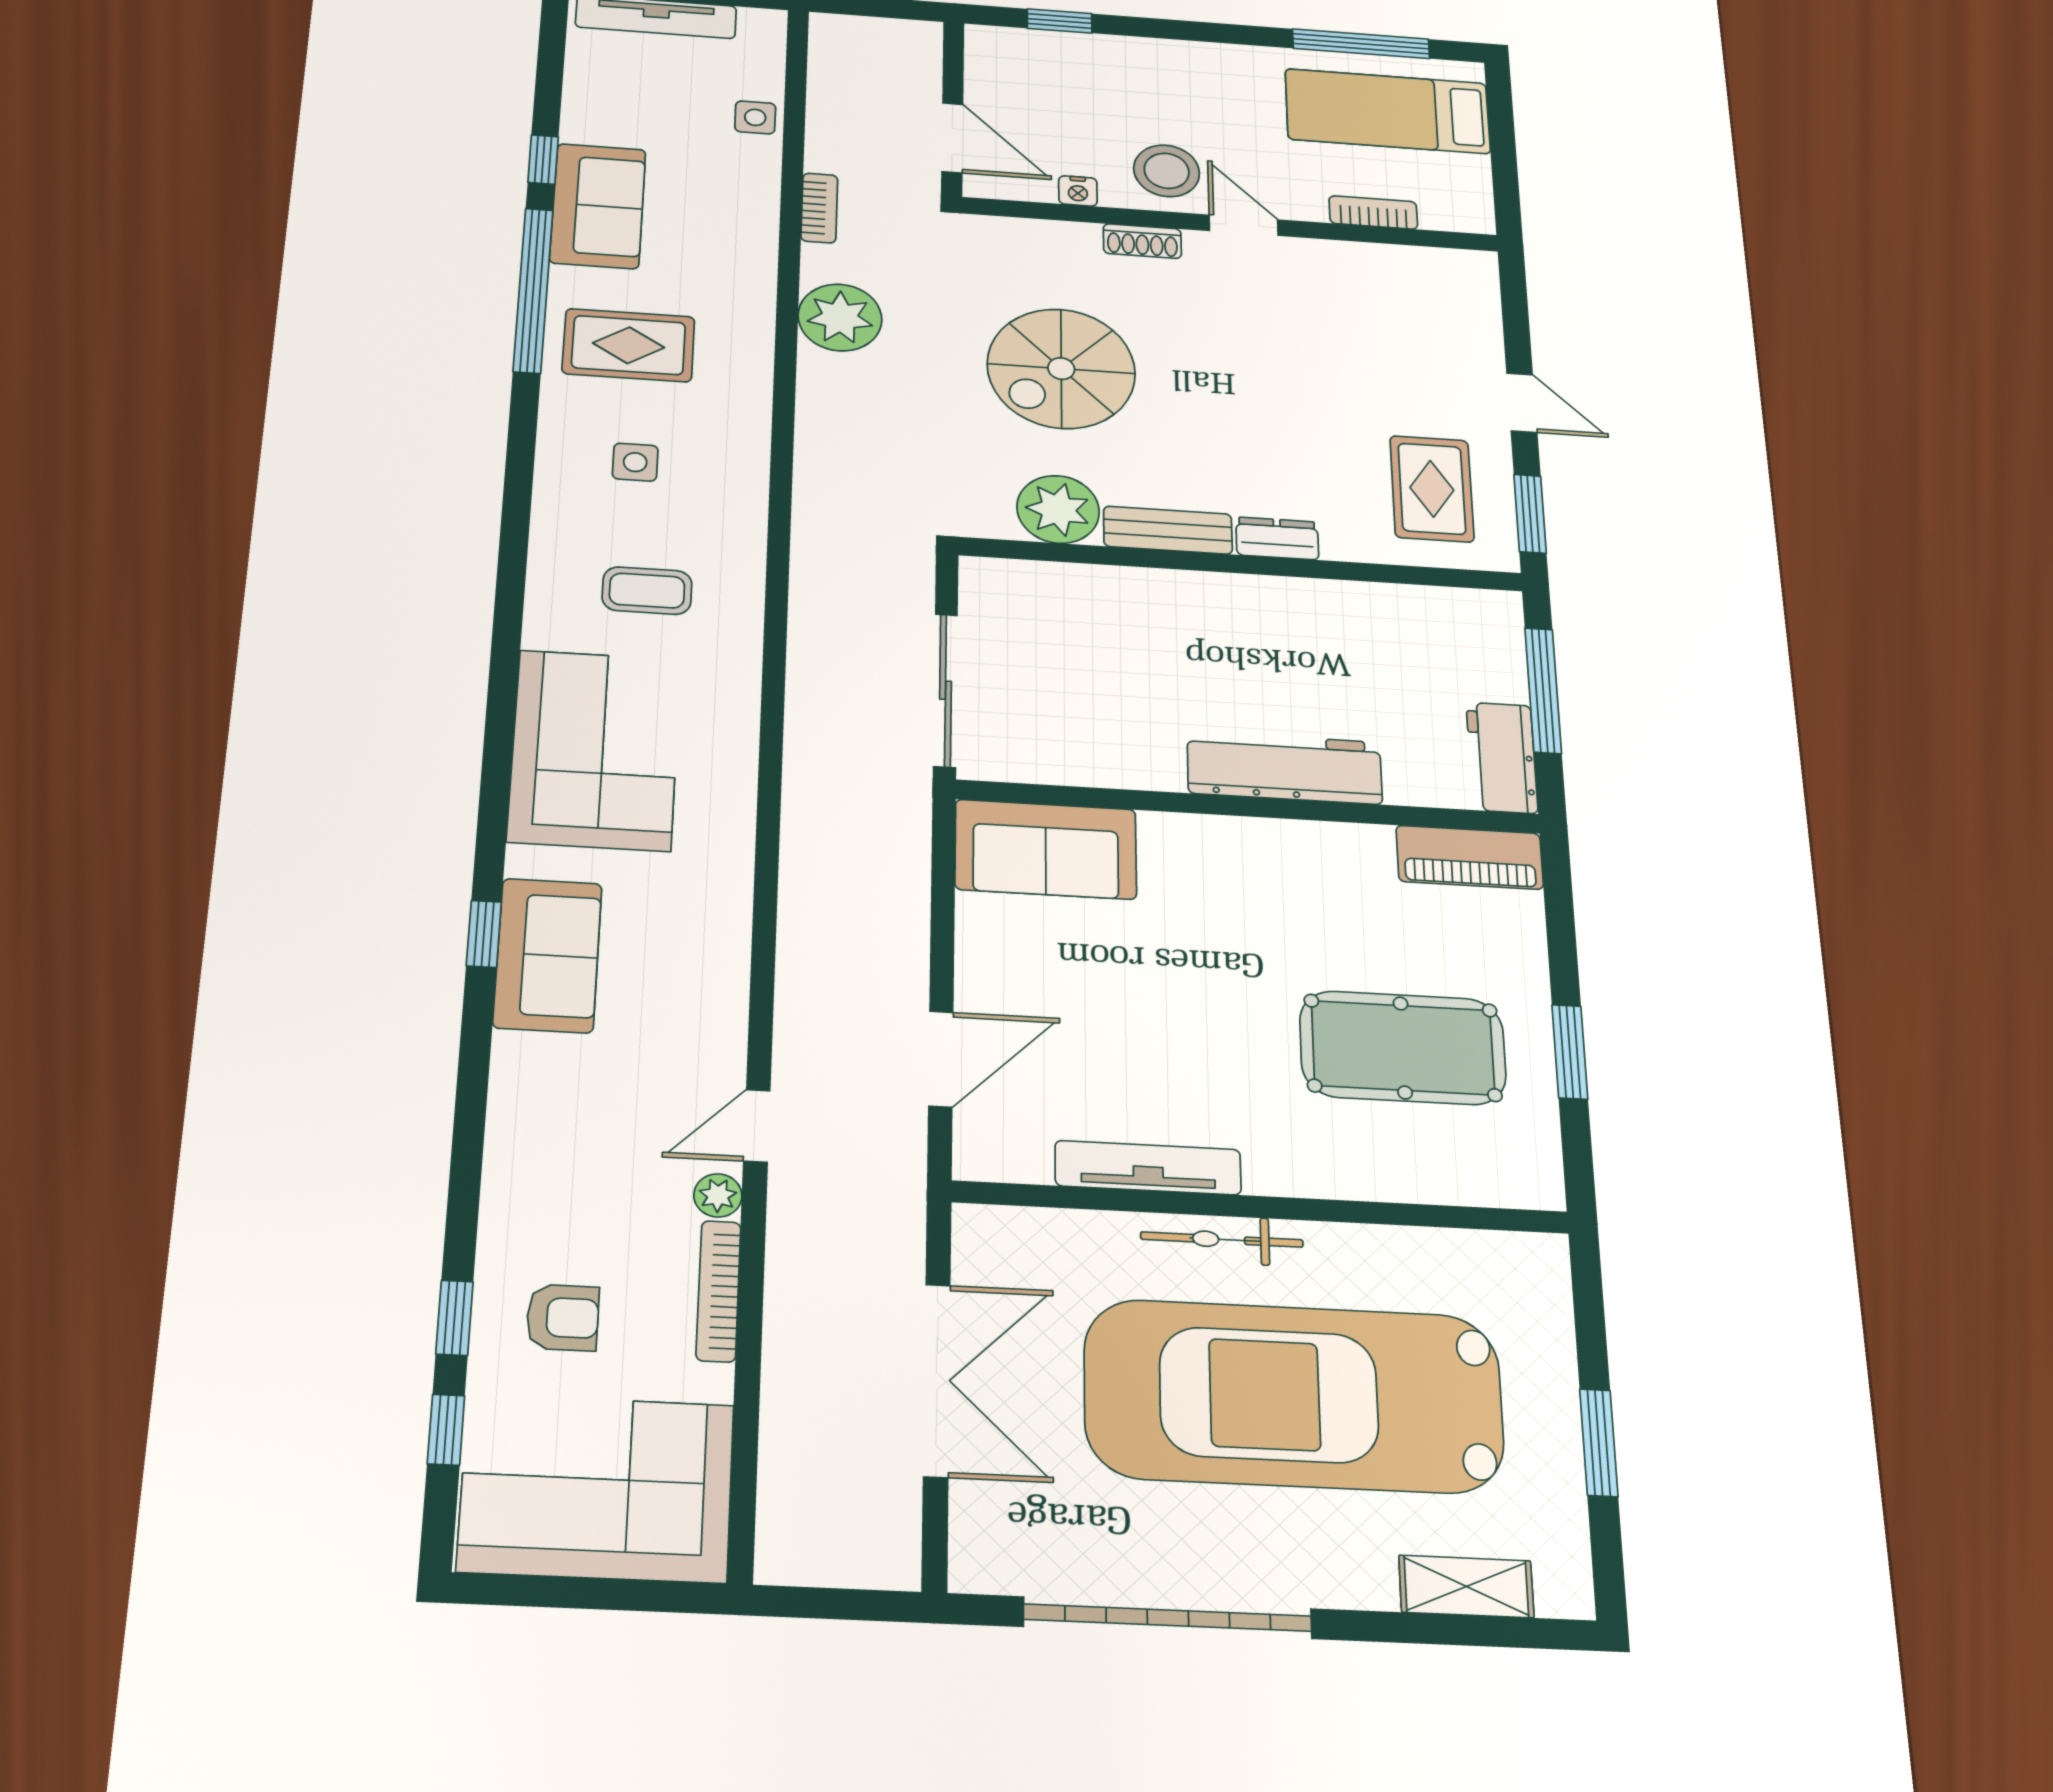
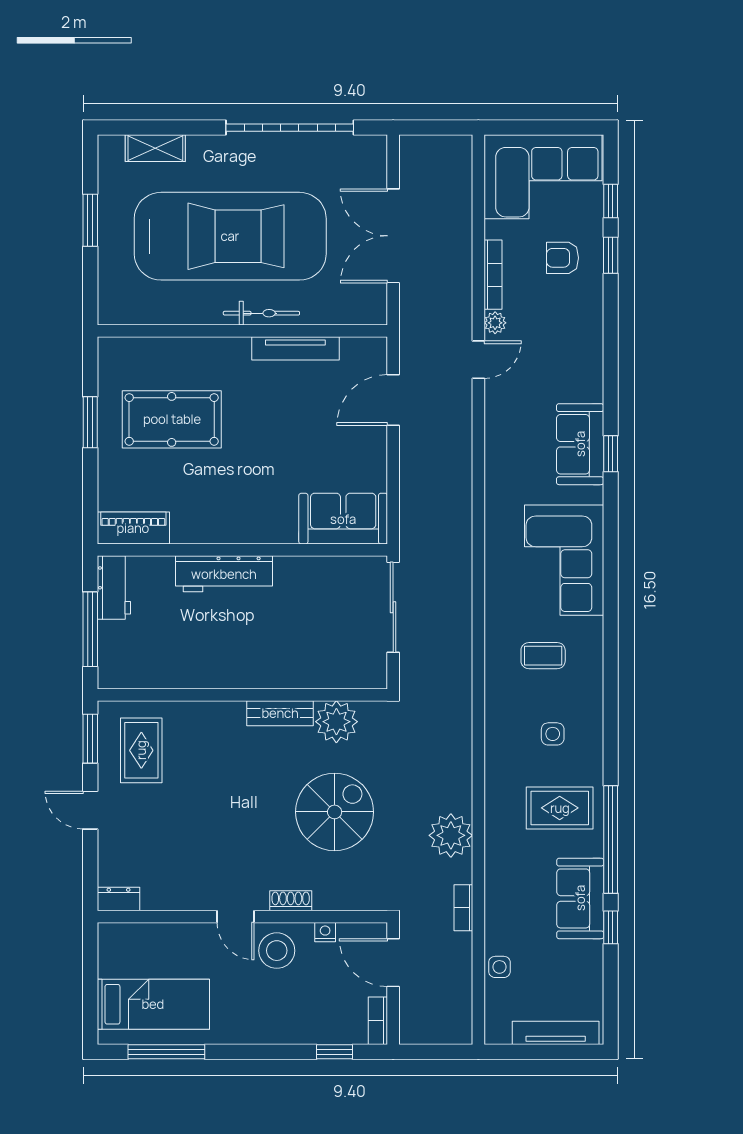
bookcase: (1373, 212) -> (378, 1021), moved, turned 90
dresser: (1277, 538) -> (119, 899), moved, turned 180

